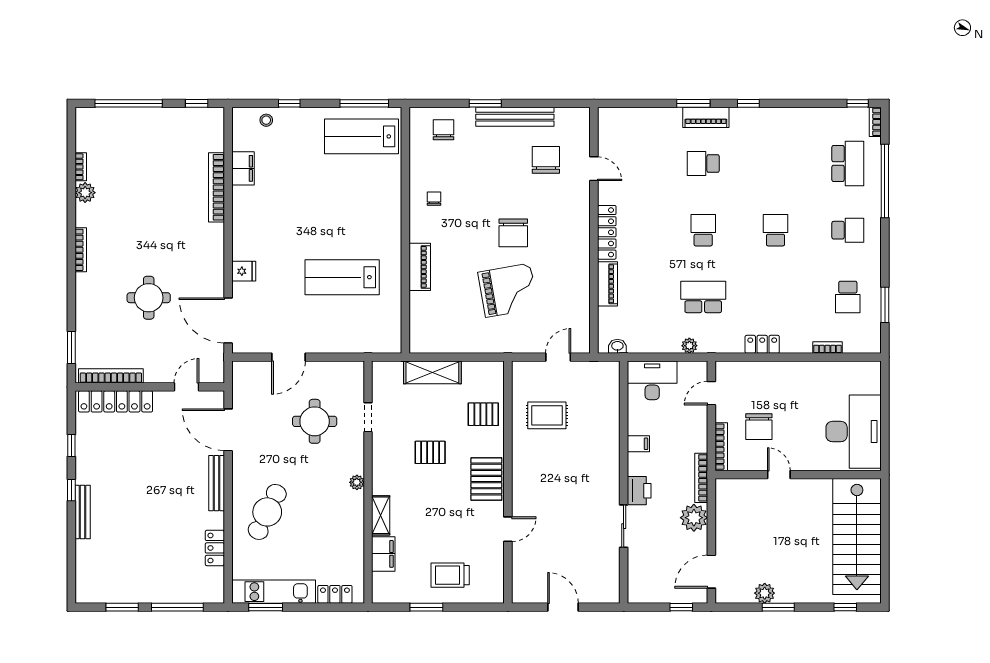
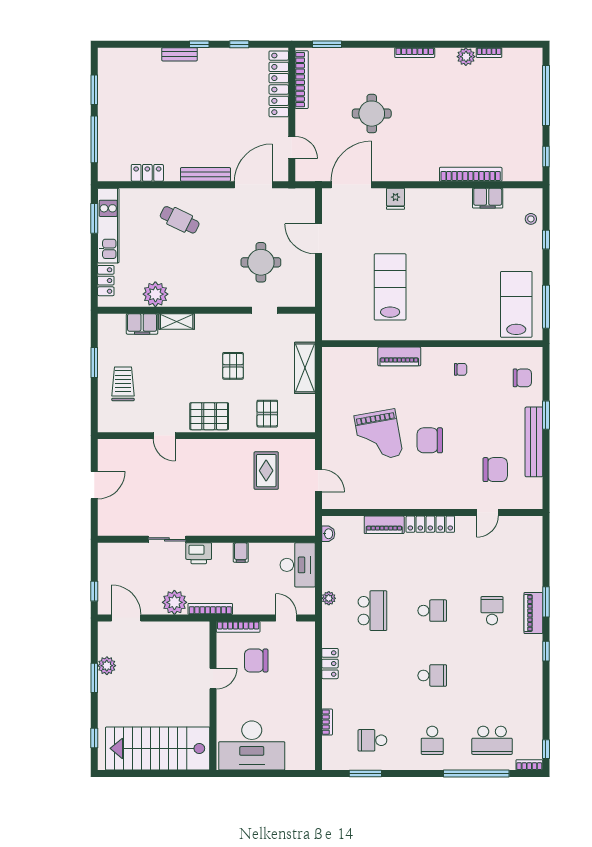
plant: (357, 482) -> (155, 294), moved, width x1.87, depth x1.87
bench: (83, 512) -> (180, 54), width x0.73
cafe table: (267, 512) -> (180, 220), width x0.73, depth x0.74

